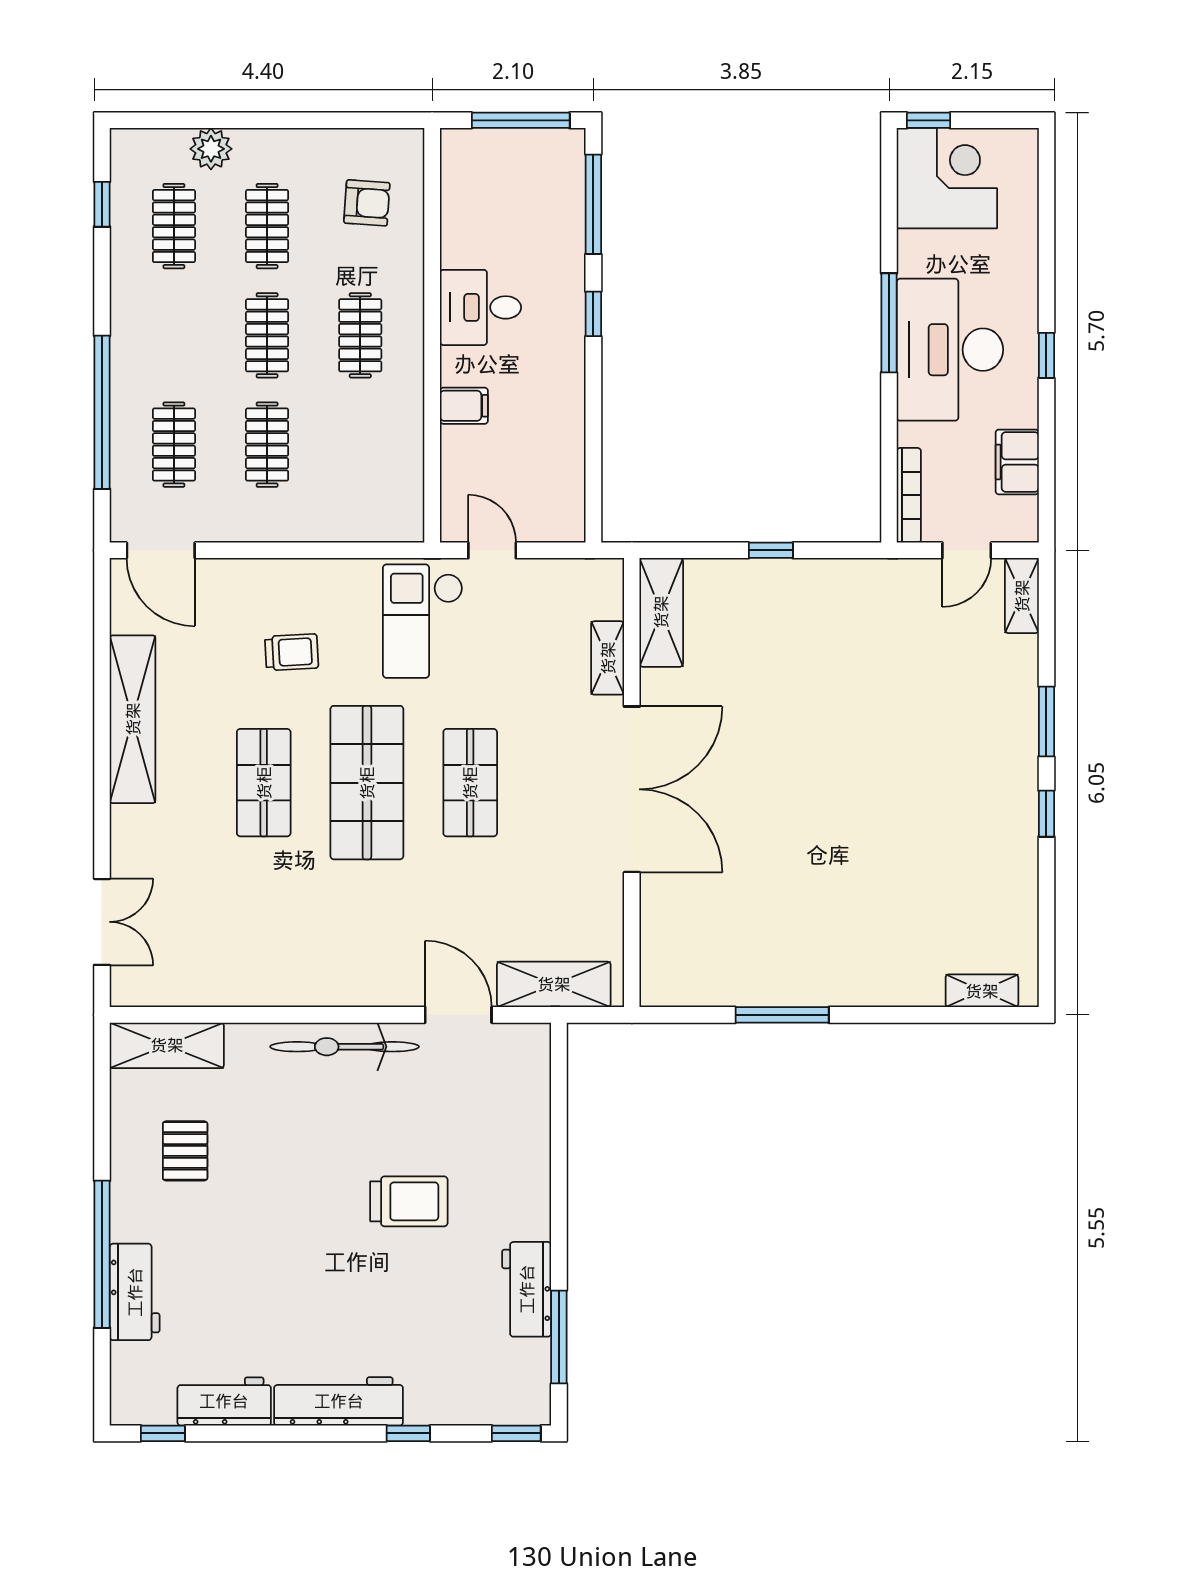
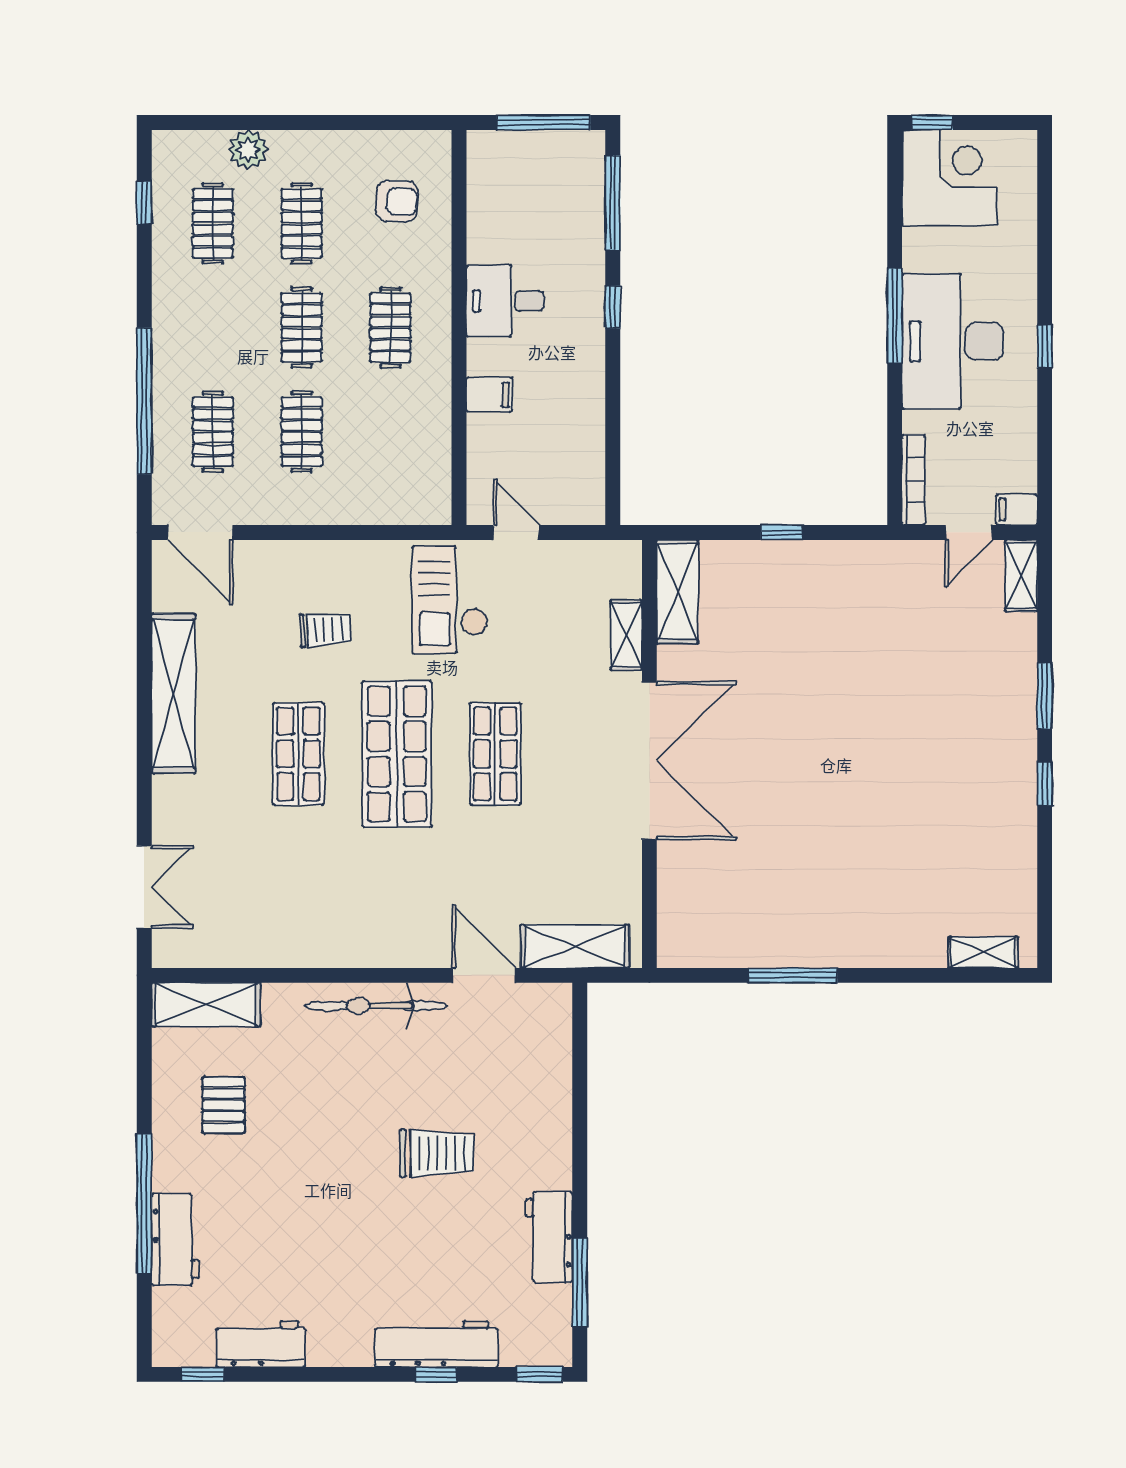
filing cabinet: (1017, 462) -> (1017, 510), moved, width x0.50
workbench: (339, 1401) -> (437, 1344), moved

